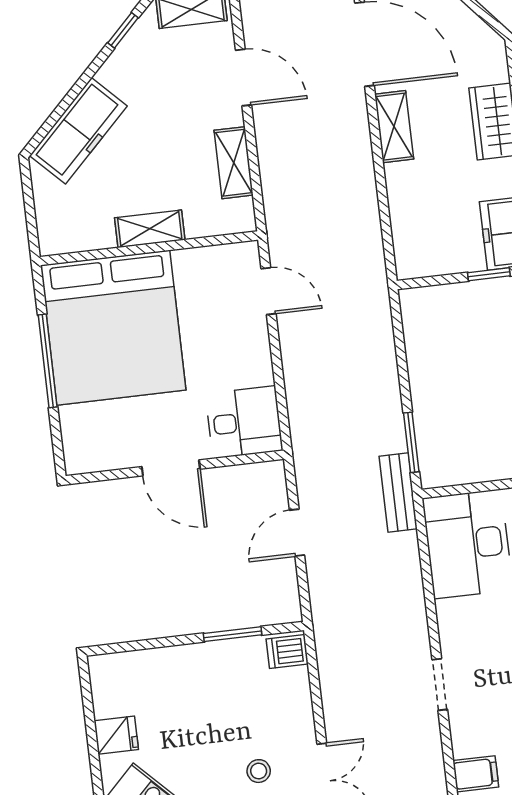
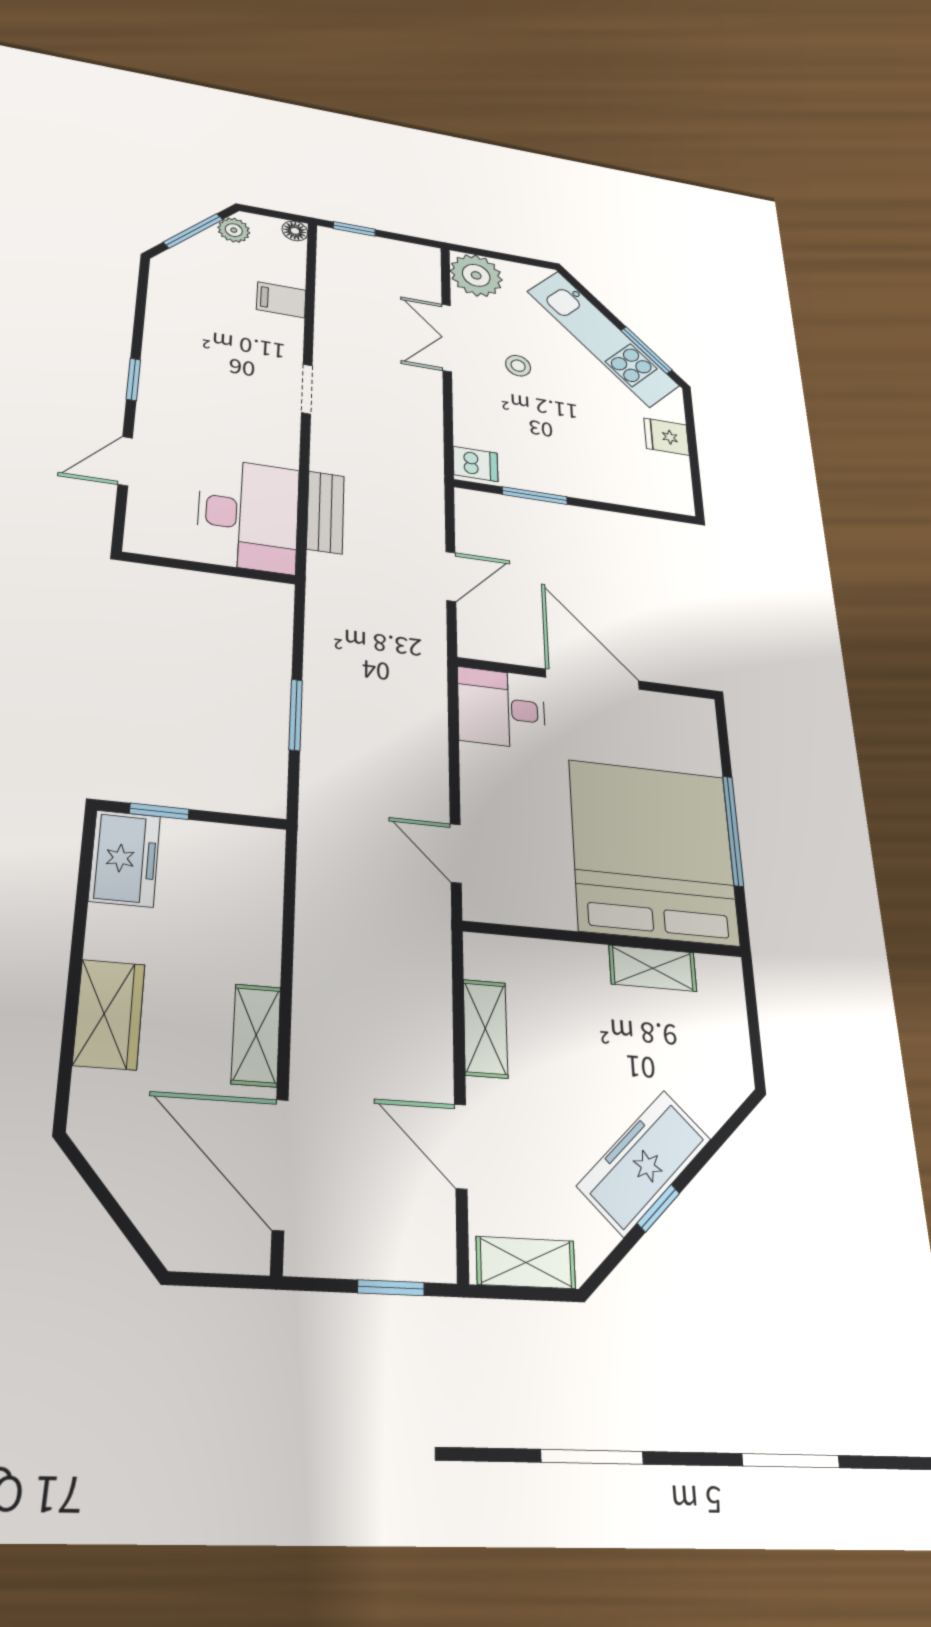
window: (123, 30) -> (658, 1208), moved
freezer: (78, 131) -> (644, 1163), moved
shelving: (150, 229) -> (653, 968), moved
window: (411, 442) -> (296, 715), moved
door: (171, 468) -> (593, 679), width x1.36
bench: (398, 493) -> (325, 512), moved

